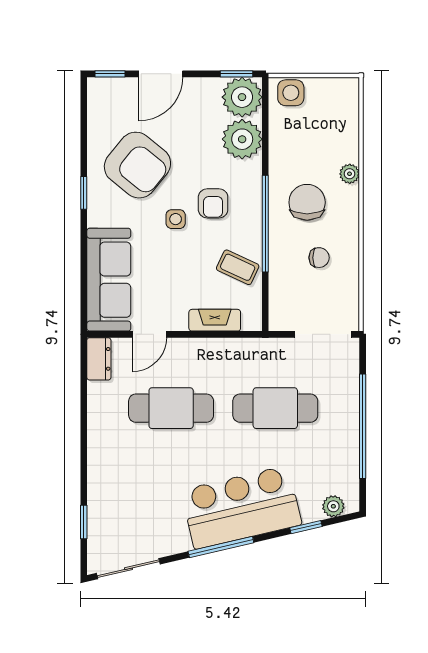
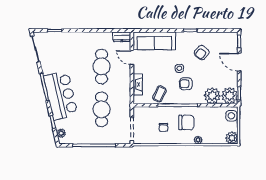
plant: (345, 92) -> (232, 138), added
armchair: (137, 165) -> (202, 53), width x0.53, depth x0.53

